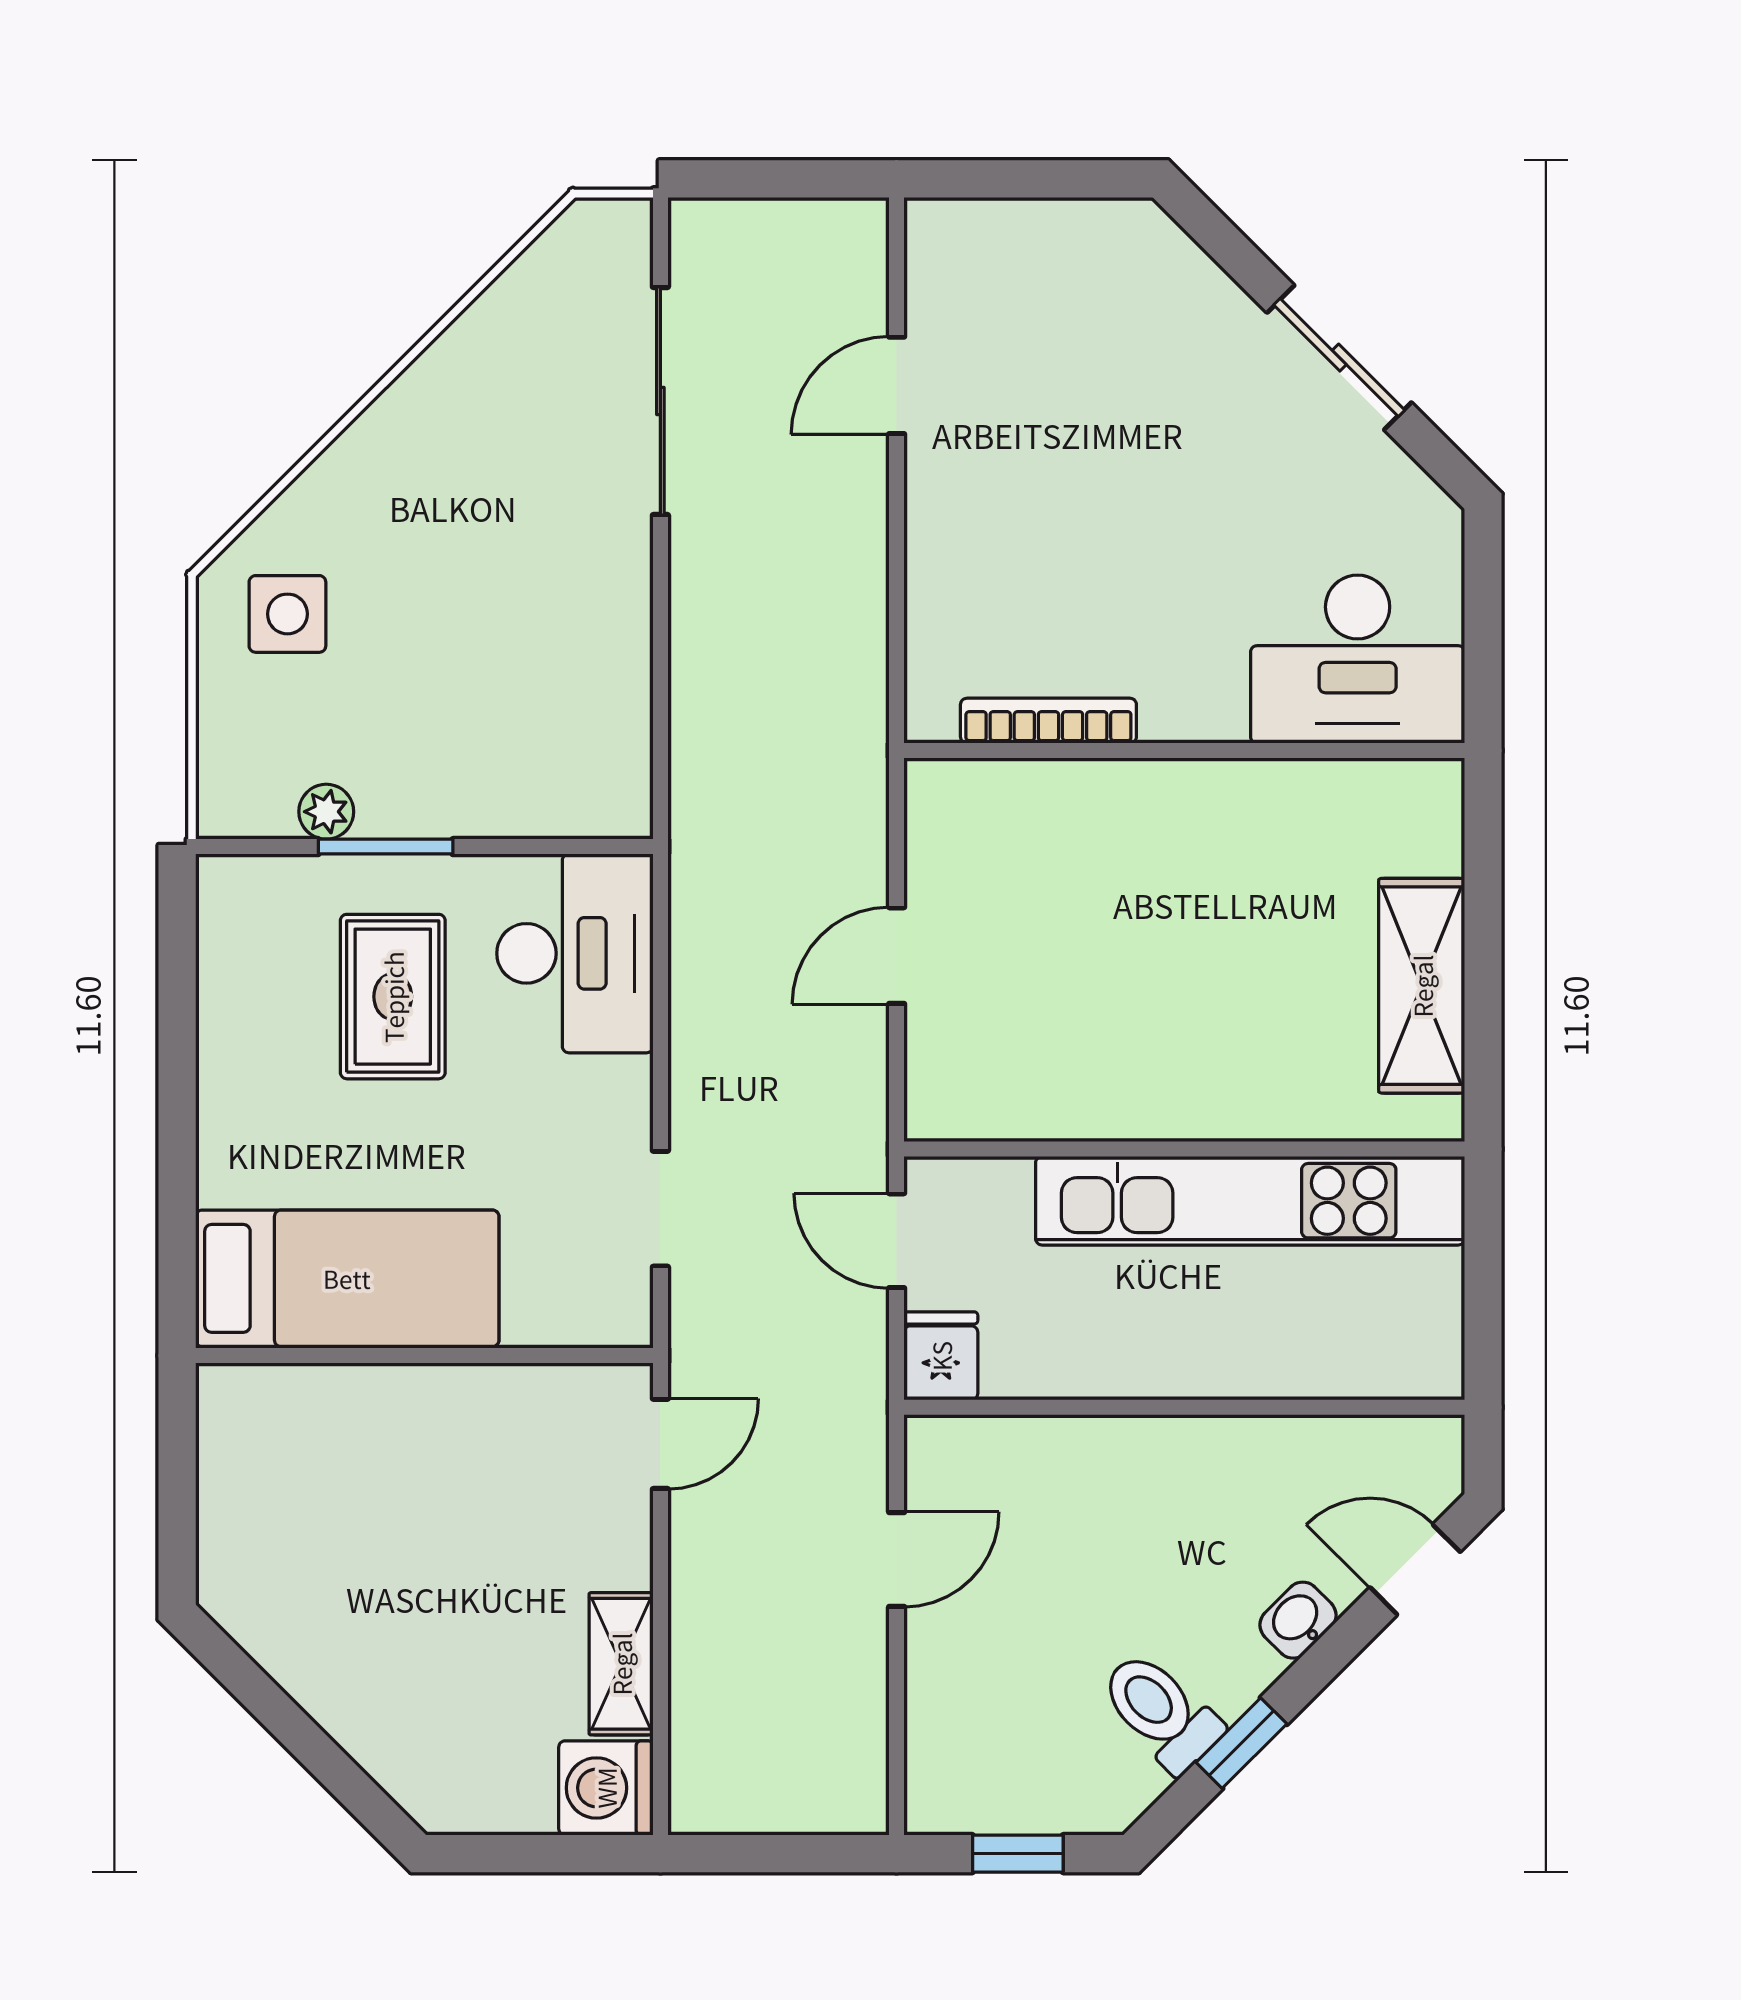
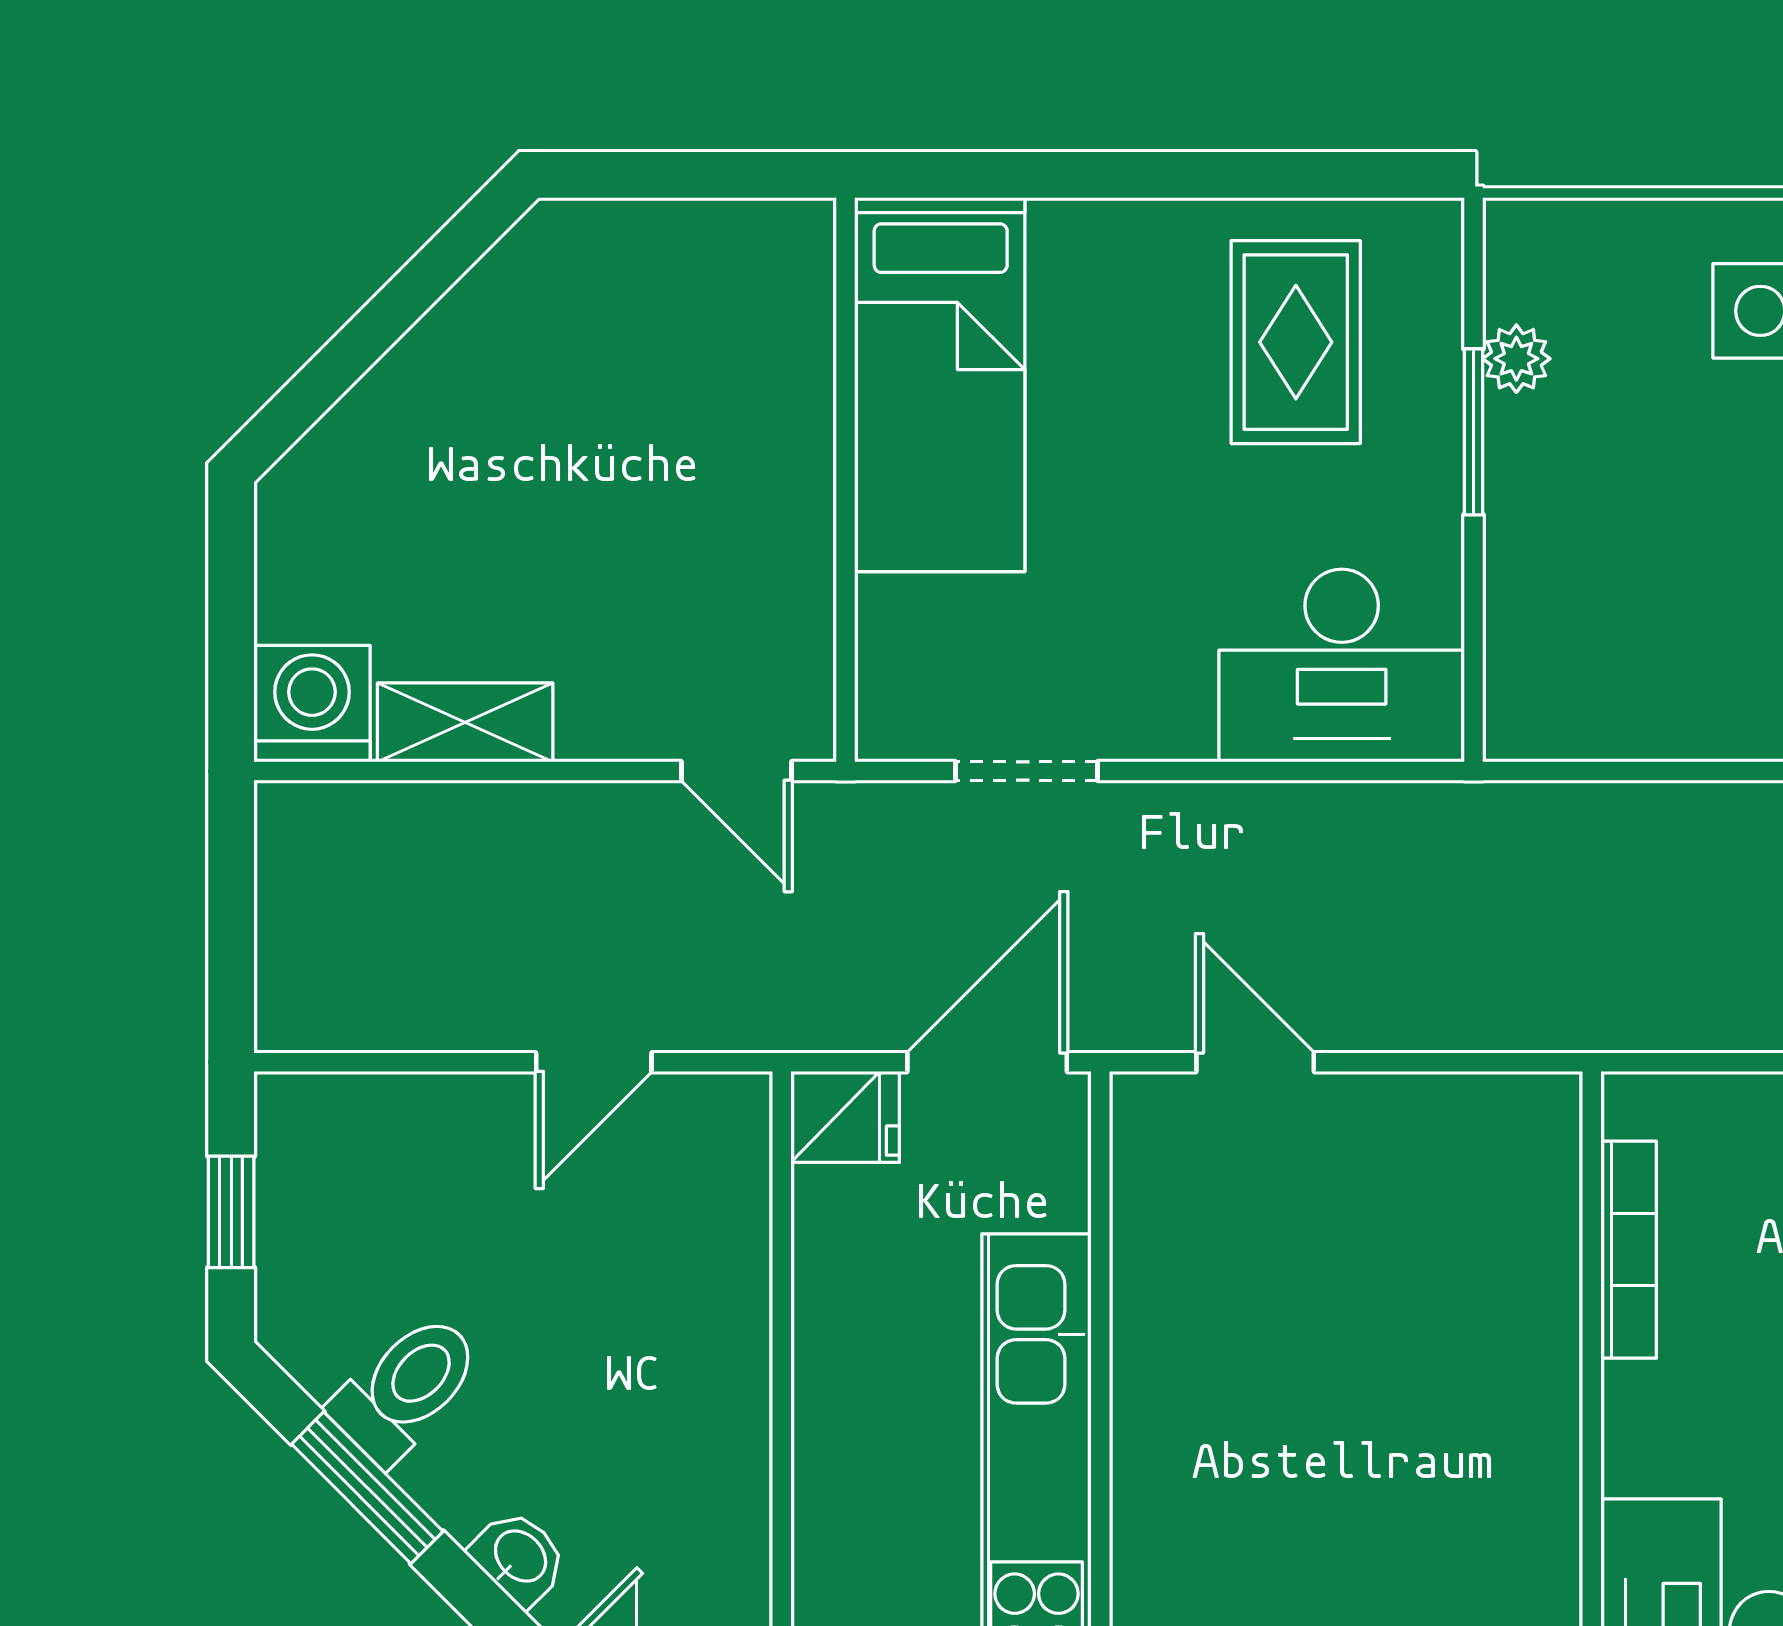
door: (897, 956) -> (1255, 1062), moved
rug: (393, 997) -> (1296, 342), moved, turned 90
door: (897, 1241) -> (987, 1062), width x1.38
door: (897, 1560) -> (594, 1062), hinge flipped
window: (1241, 1743) -> (367, 1488), width x1.50

